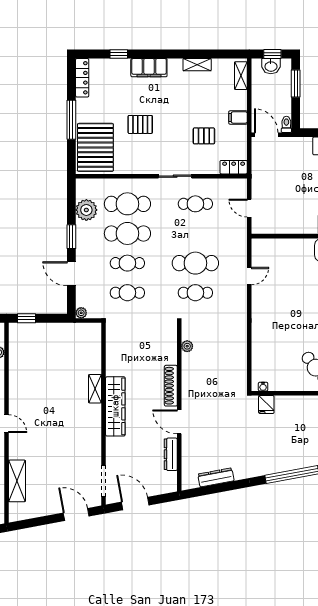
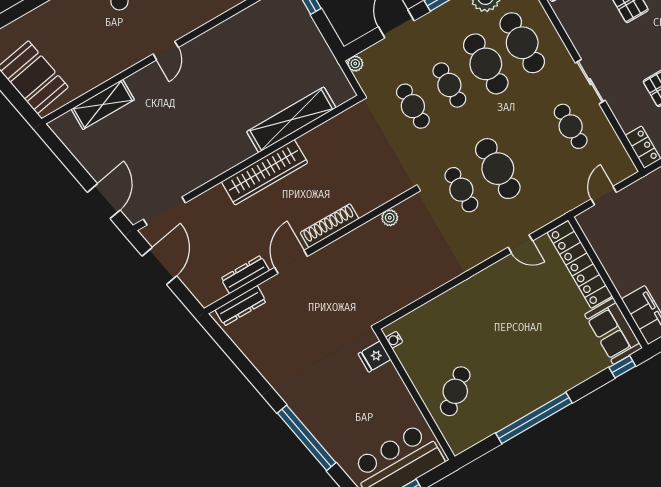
locker: (283, 247) -> (580, 264), added
shelving: (95, 389) -> (291, 120), width x2.20, depth x1.33
dresser: (216, 477) -> (241, 306), moved, turned 100

